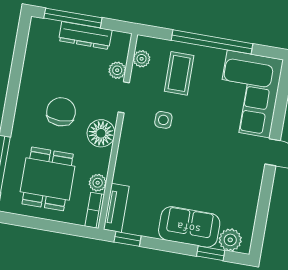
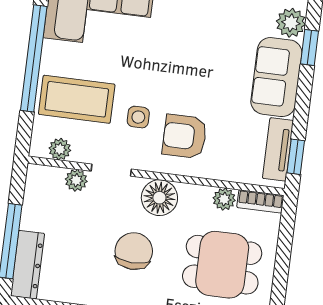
dresser: (85, 35) -> (28, 265), moved
coffee table: (179, 73) -> (77, 99), width x1.36, depth x1.32
chair: (61, 112) -> (134, 251), turned 92
armchair: (147, 155) -> (185, 136), added
tv unit: (116, 208) -> (278, 149), moved, turned -90

